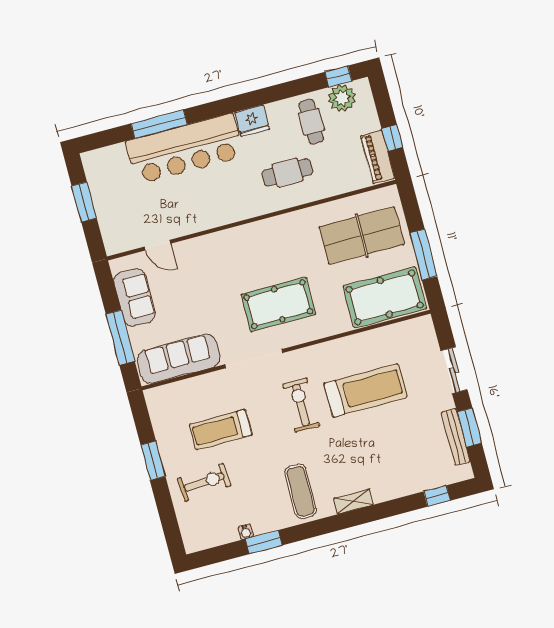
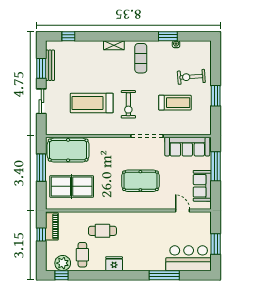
bar counter: (185, 149) -> (189, 258), moved, width x0.73
pool table: (278, 304) -> (140, 181), moved

